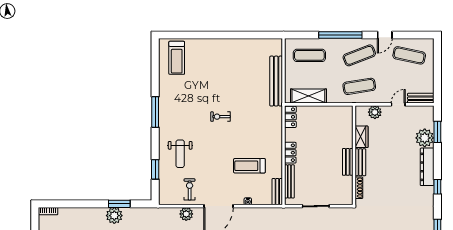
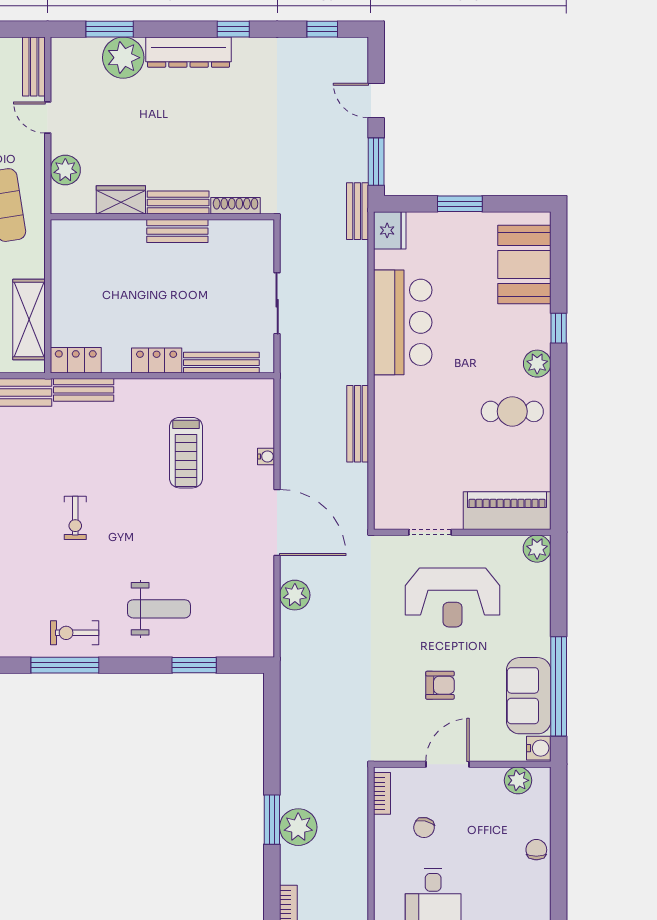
exercise bike: (190, 189) -> (75, 633), moved
bench: (277, 192) -> (84, 390), moved
window: (119, 204) -> (272, 820), moved
plant: (114, 216) -> (298, 827), moved

